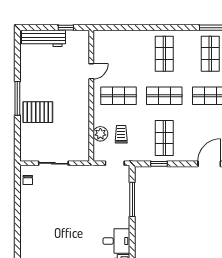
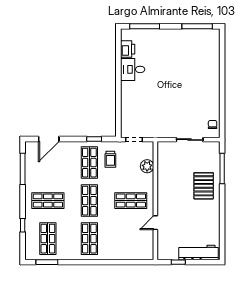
shop shelf: (164, 96) -> (89, 201), turned 90
window: (17, 98) -> (222, 169), moved
pallet: (38, 112) -> (204, 186), turned 90
trolley: (121, 134) -> (110, 159), moved
window: (132, 199) -> (118, 107), removed

